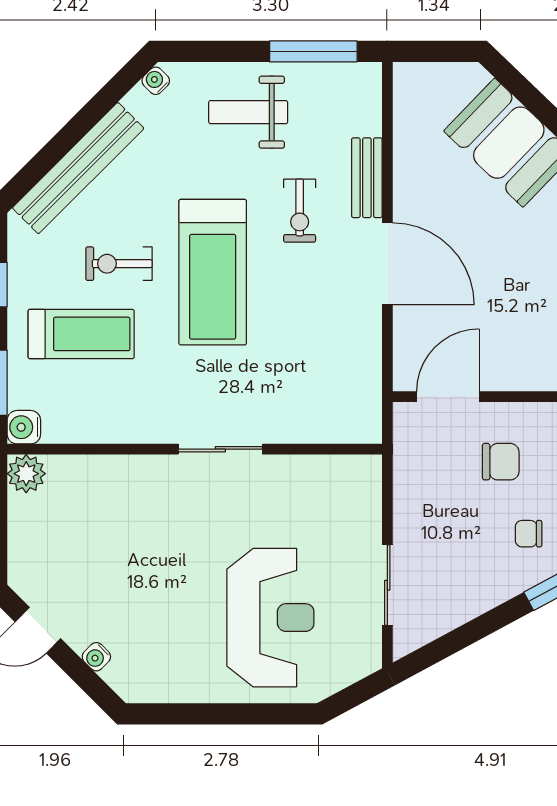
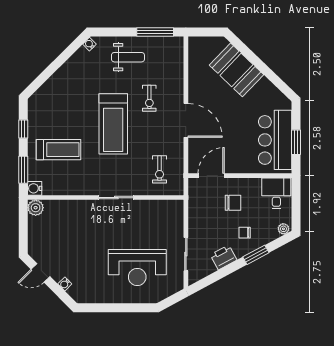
weight bench: (248, 112) -> (128, 57), turned 180
bench: (78, 168) -> (57, 80), removed
bench: (367, 178) -> (177, 84), removed
exercise bike: (119, 264) -> (159, 169), moved, turned -90
printer: (478, 593) -> (224, 257), added
reception desk: (270, 618) -> (137, 268), turned 90

